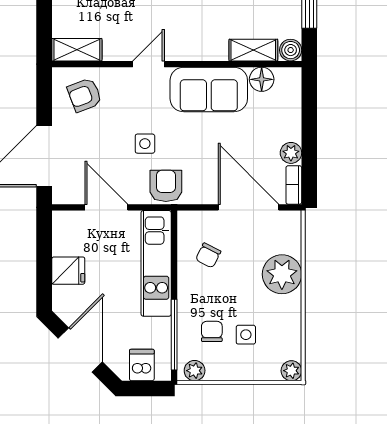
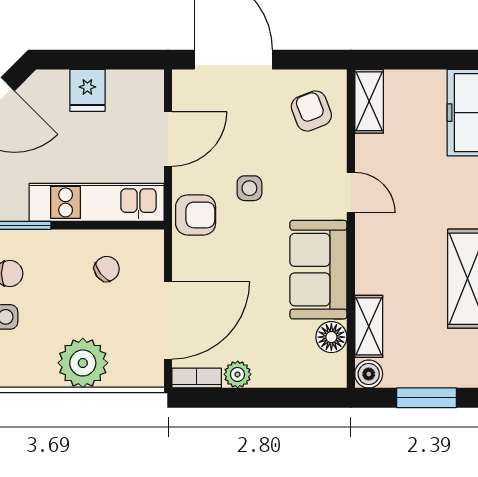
chair: (208, 255) -> (107, 269), turned 115

